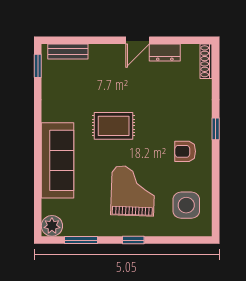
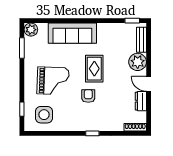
plant: (103, 58) -> (138, 62), added
armchair: (185, 151) -> (88, 96), moved
window: (133, 240) -> (22, 109), moved

